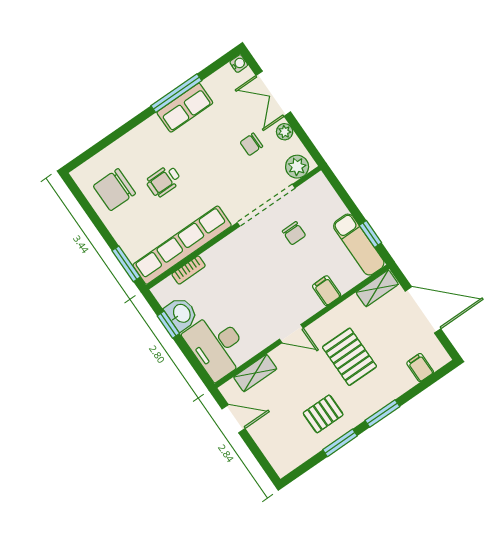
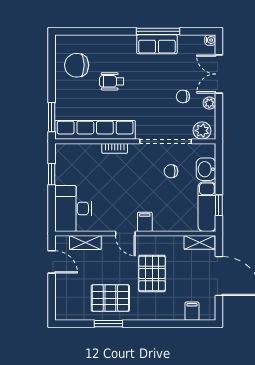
chair: (294, 233) -> (171, 171), turned 90
bookcase: (189, 270) -> (115, 148), moved
filing cabinet: (327, 291) -> (145, 222), moved
washbasin: (181, 314) -> (206, 169), moved, turned 180
pallet: (323, 414) -> (110, 298), width x1.50, depth x1.42
window: (382, 414) -> (148, 324), removed

